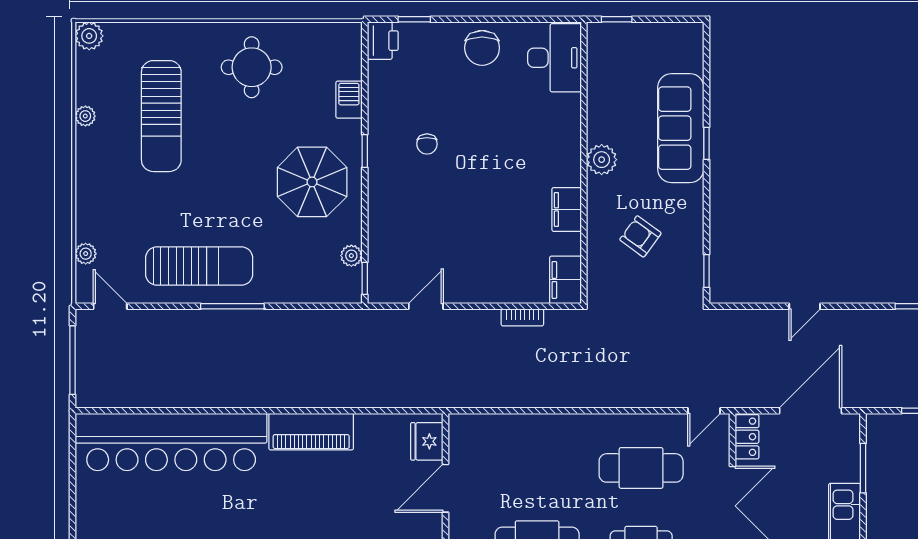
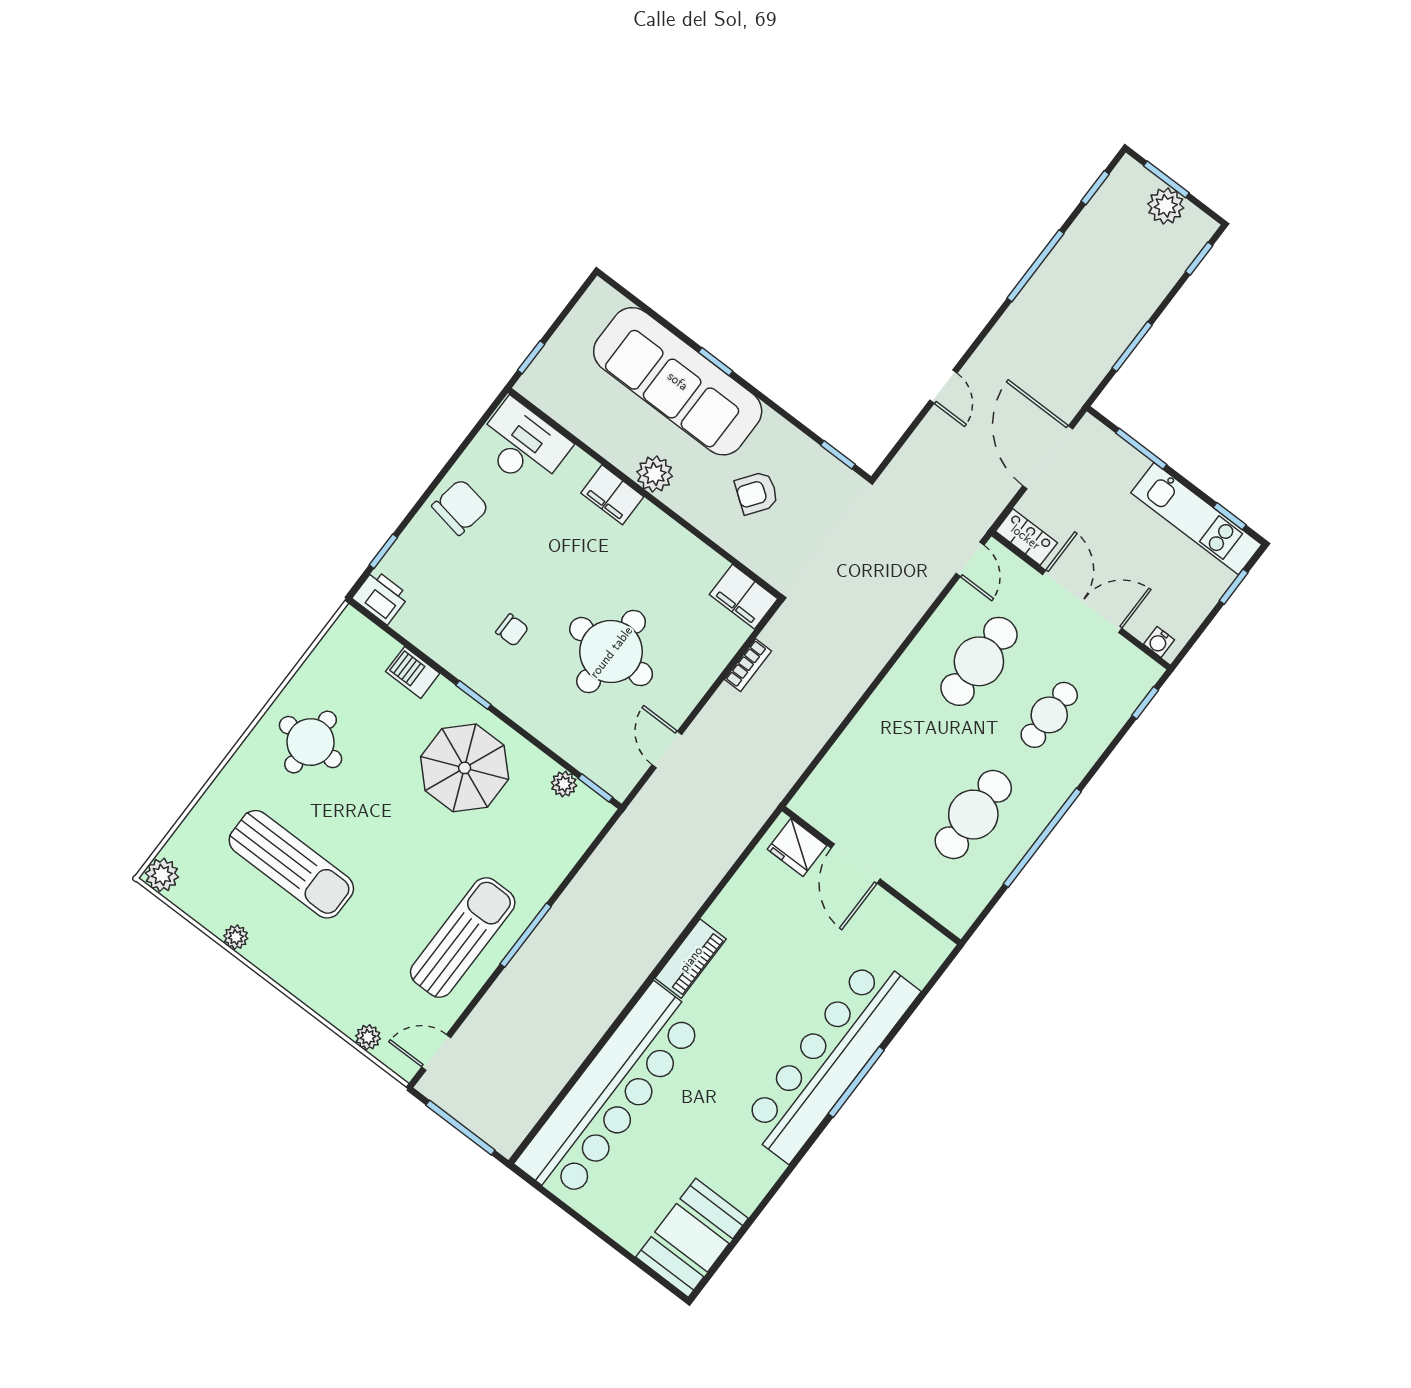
chair: (482, 48) -> (460, 507), turned -80
sofa: (681, 128) -> (678, 381), width x1.36, depth x1.27
filing cabinet: (567, 209) -> (612, 495), moved
round table: (463, 220) -> (611, 652), added
piano: (311, 432) -> (691, 959), width x0.73, depth x0.75

